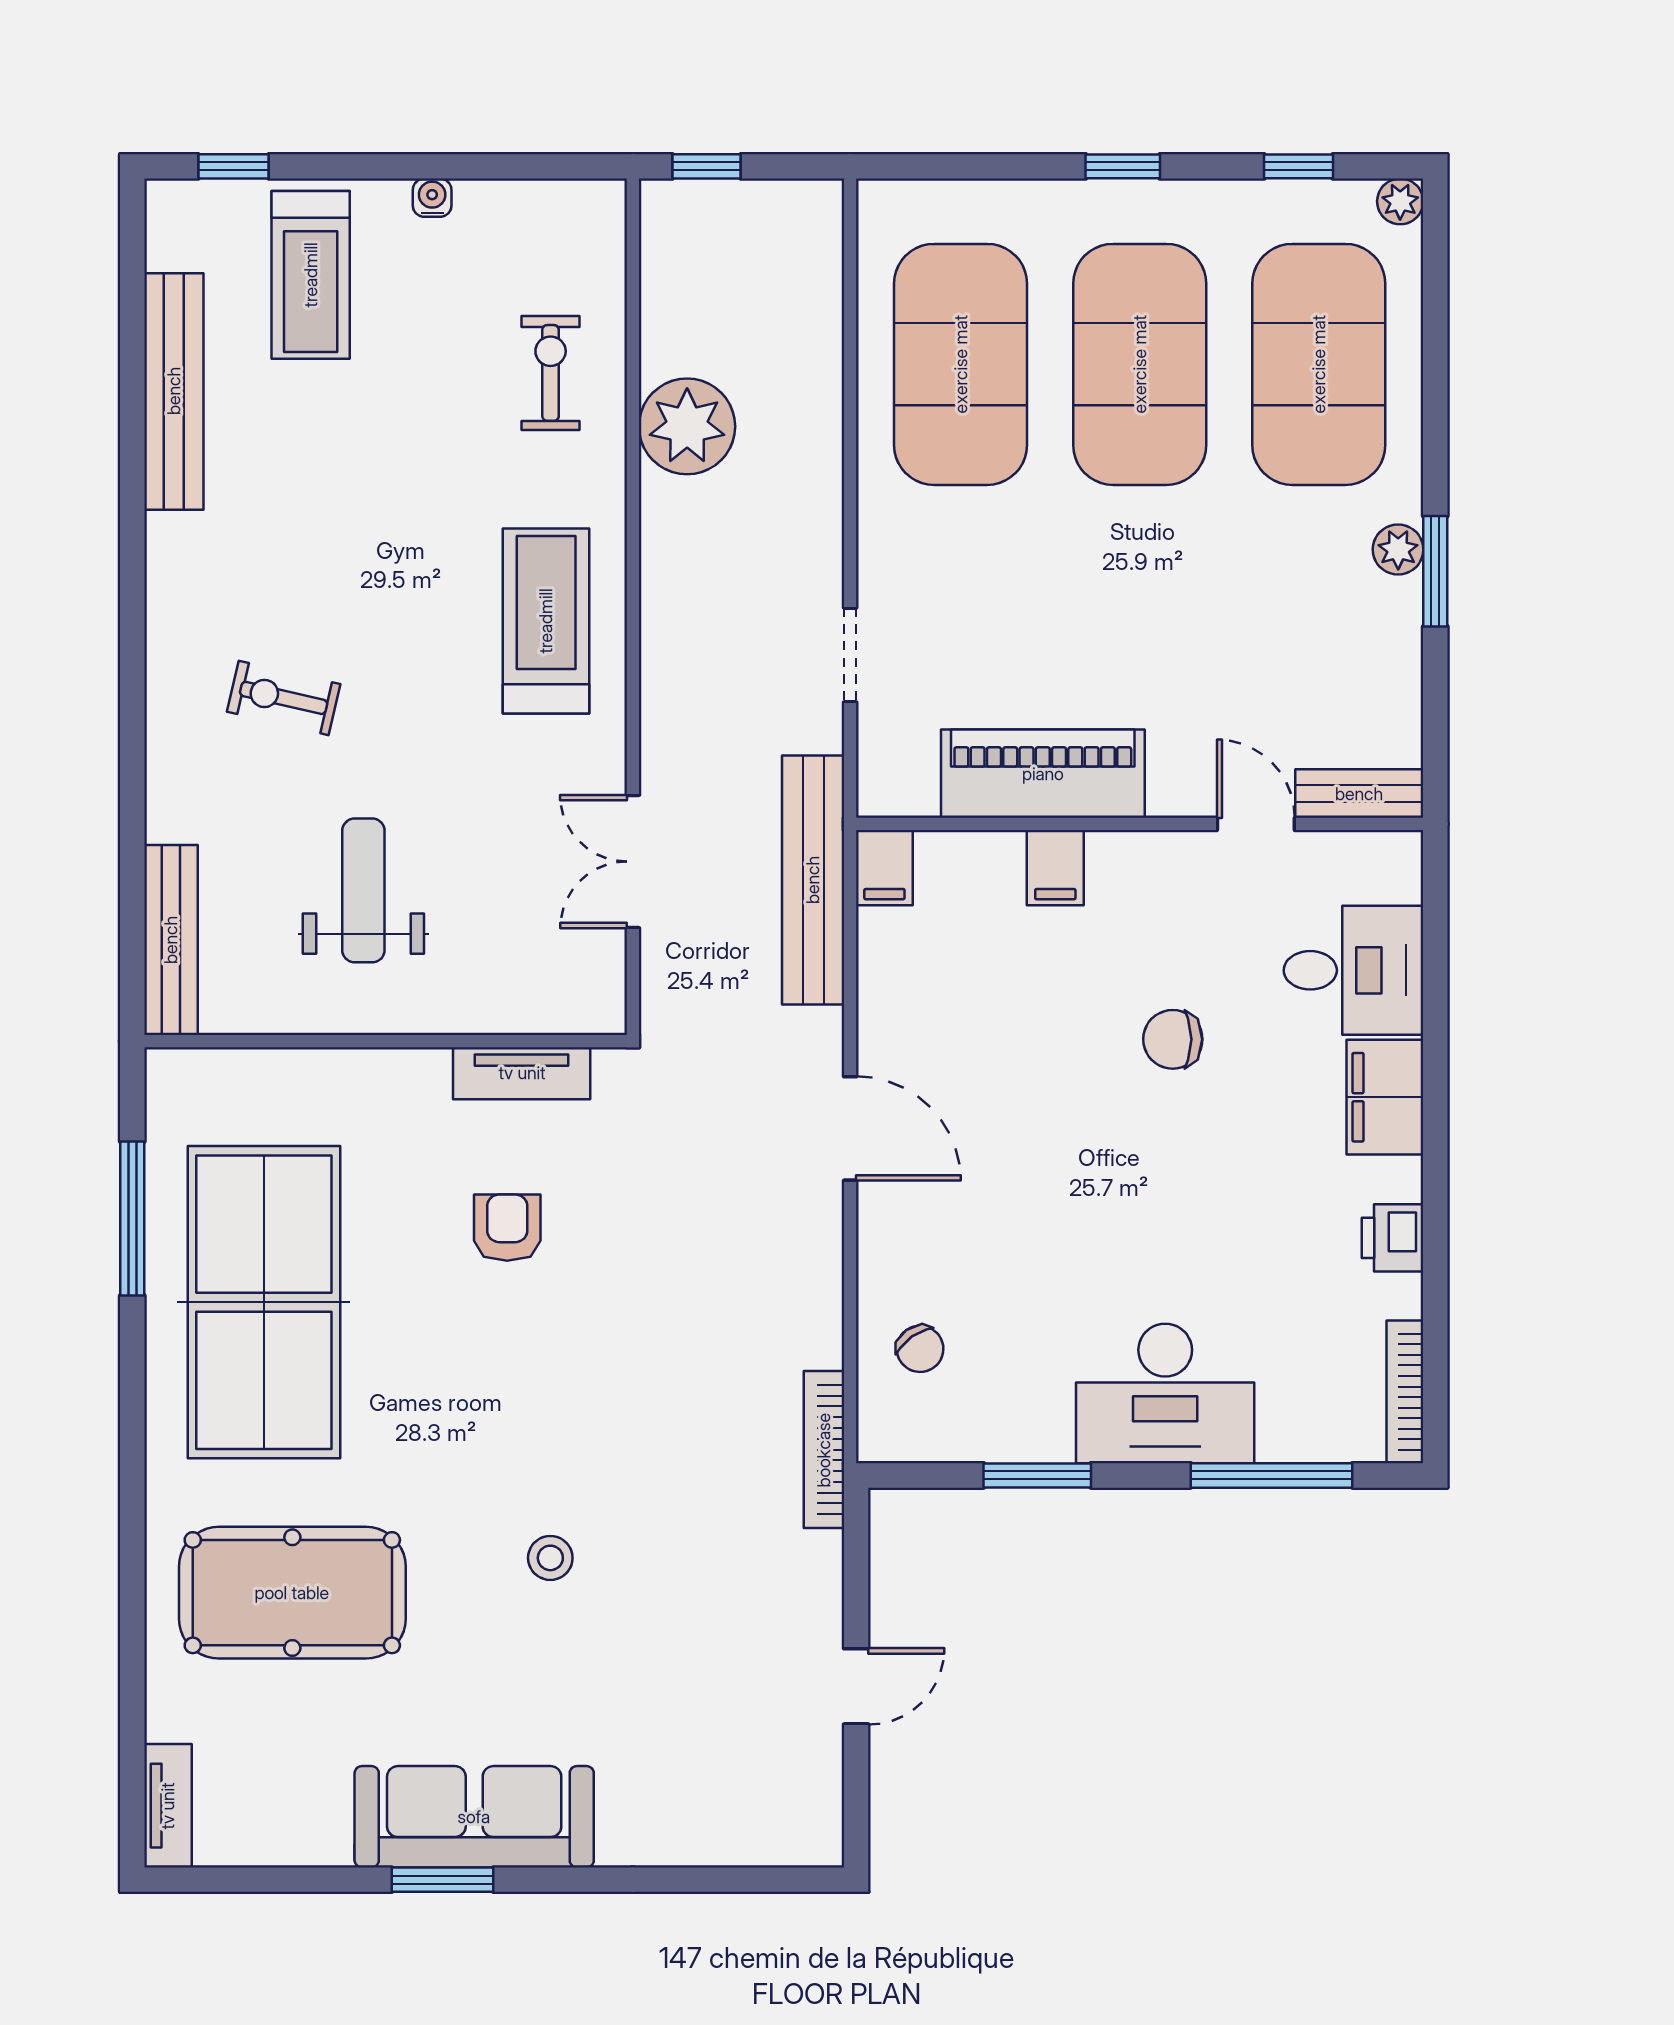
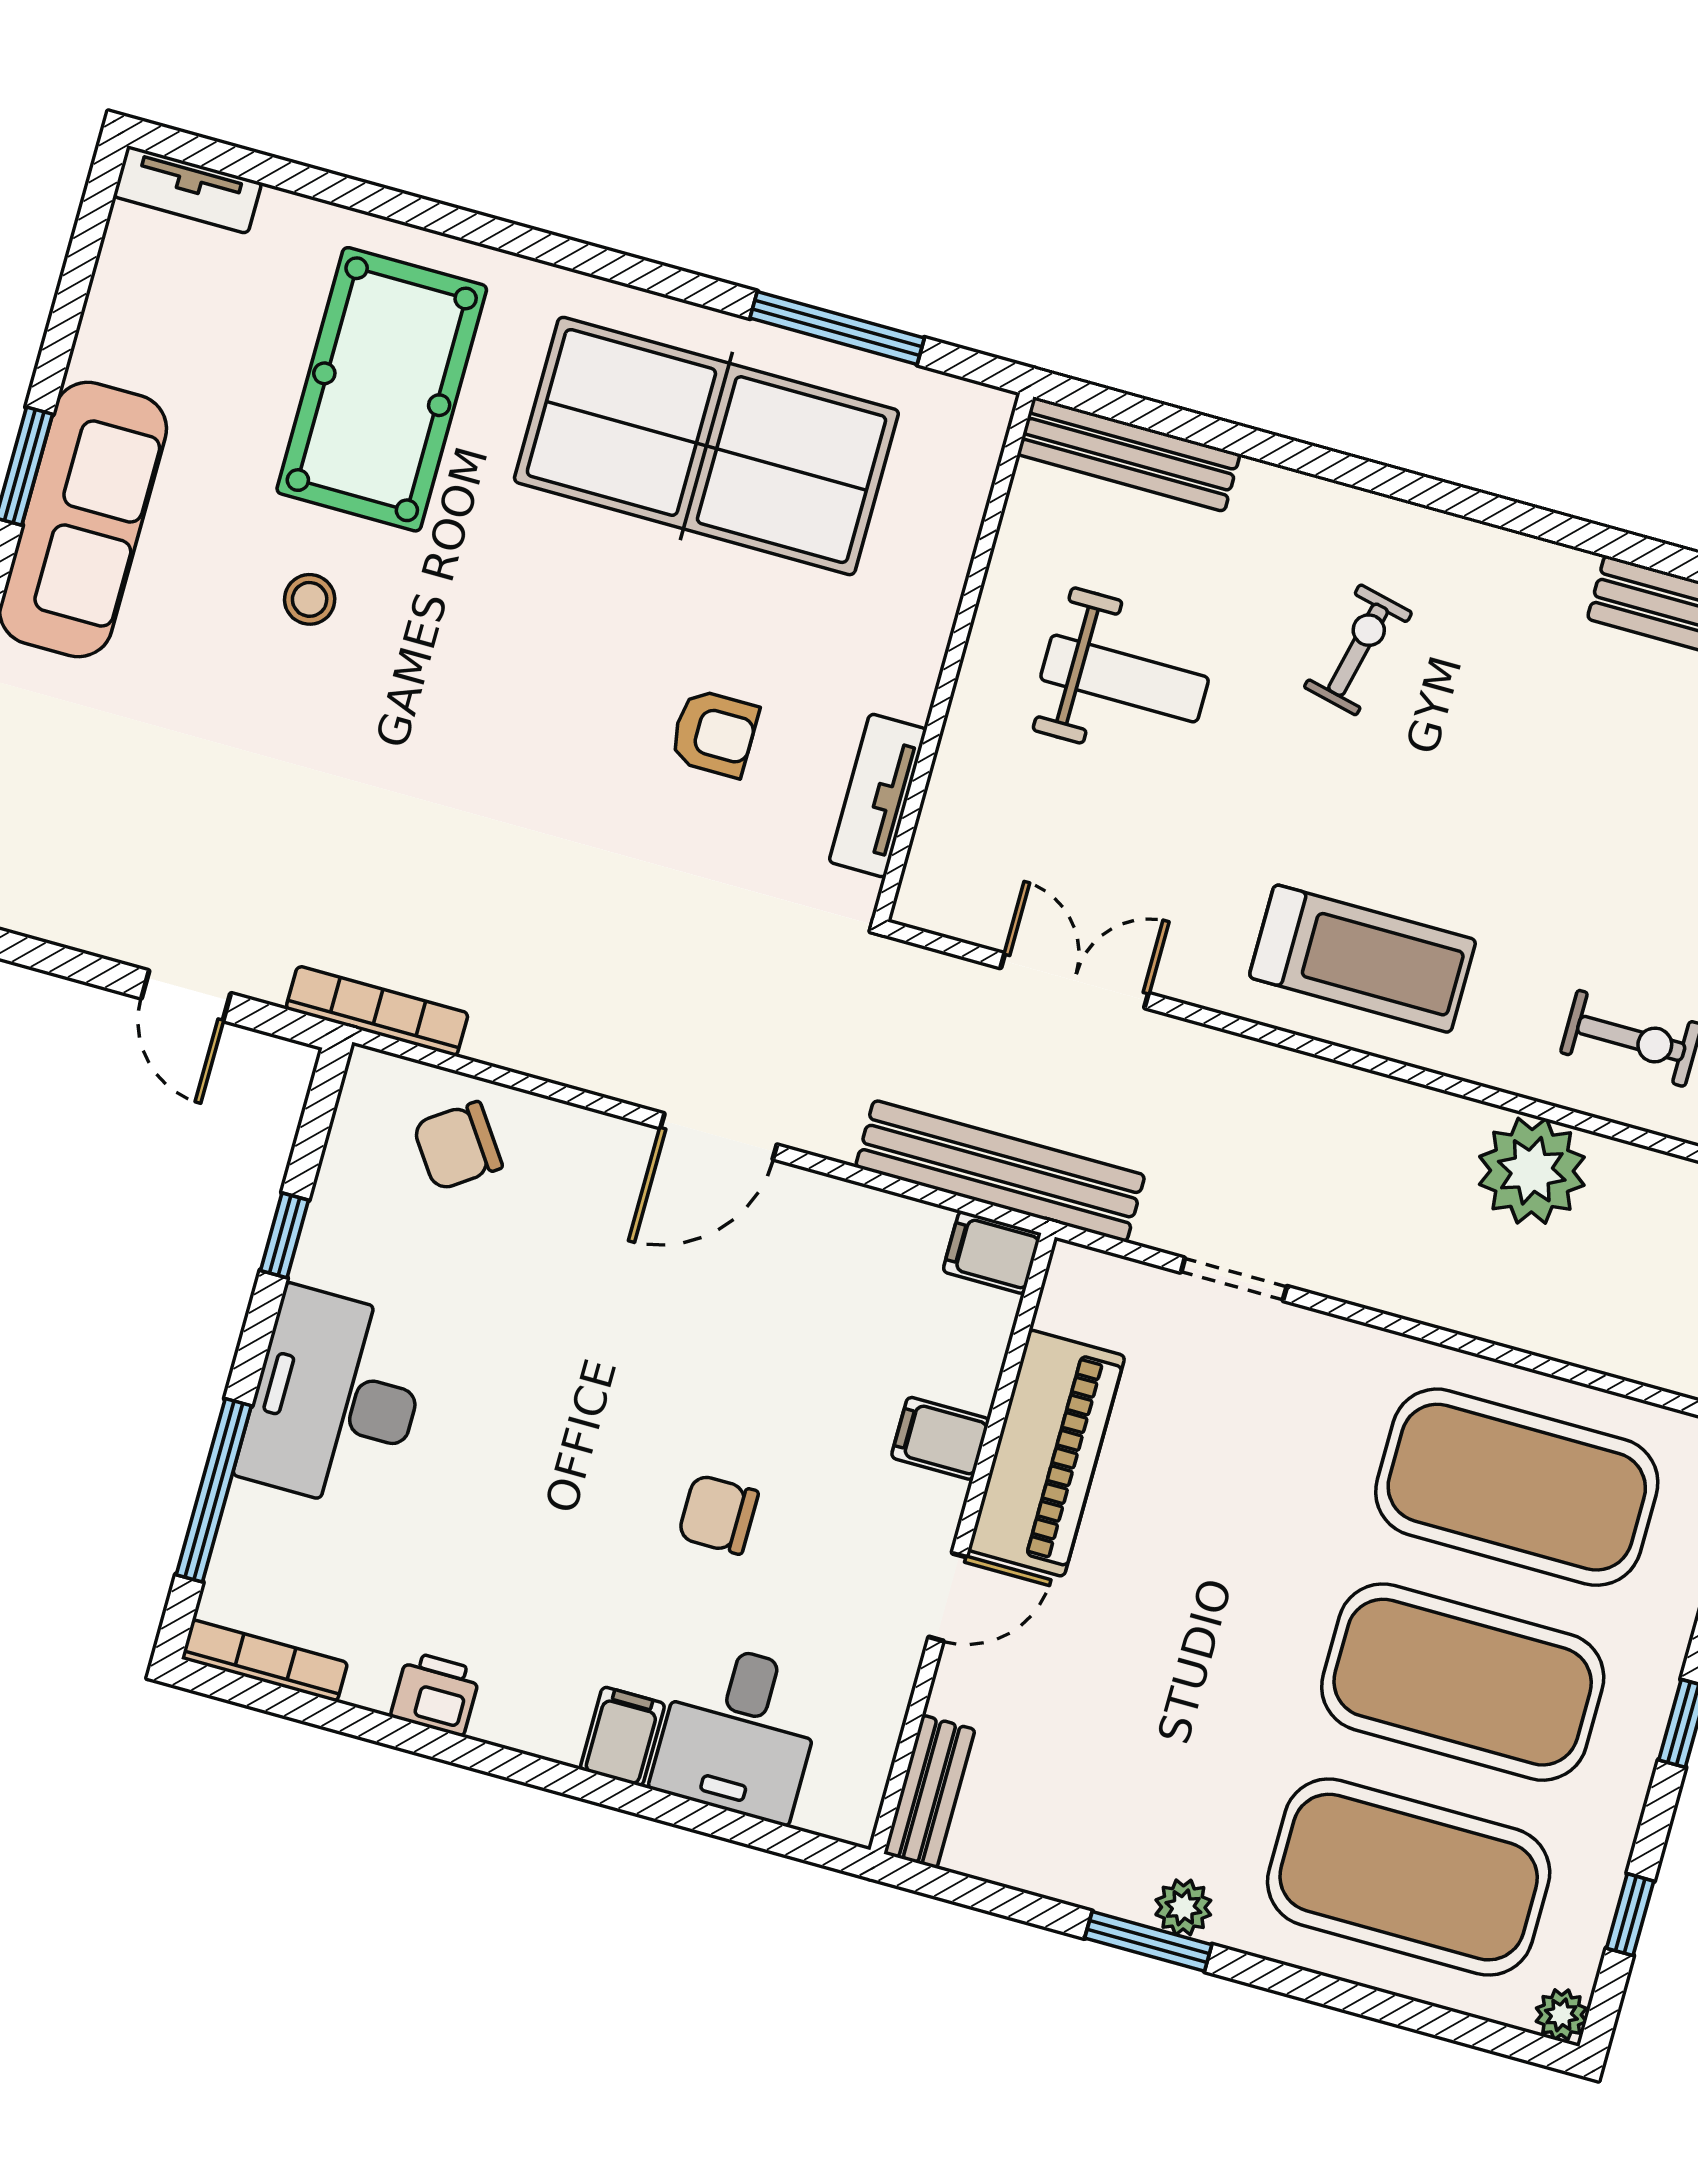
door: (1256, 824) -> (948, 1597), moved
chair: (1173, 1039) -> (718, 1514), turned -90
filing cabinet: (1385, 1097) -> (622, 1736), width x0.50
chair: (920, 1349) -> (458, 1146), width x1.37, depth x1.37
window: (1037, 1475) -> (284, 1235), width x0.67
stool: (550, 1558) -> (310, 599), moved
door: (856, 1686) -> (186, 996), moved

